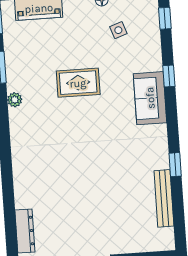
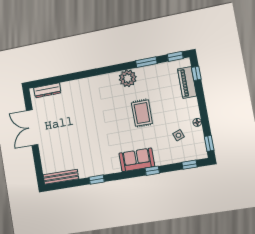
plant: (15, 100) -> (128, 78), width x1.88, depth x1.88
bench: (164, 198) -> (61, 177), moved

